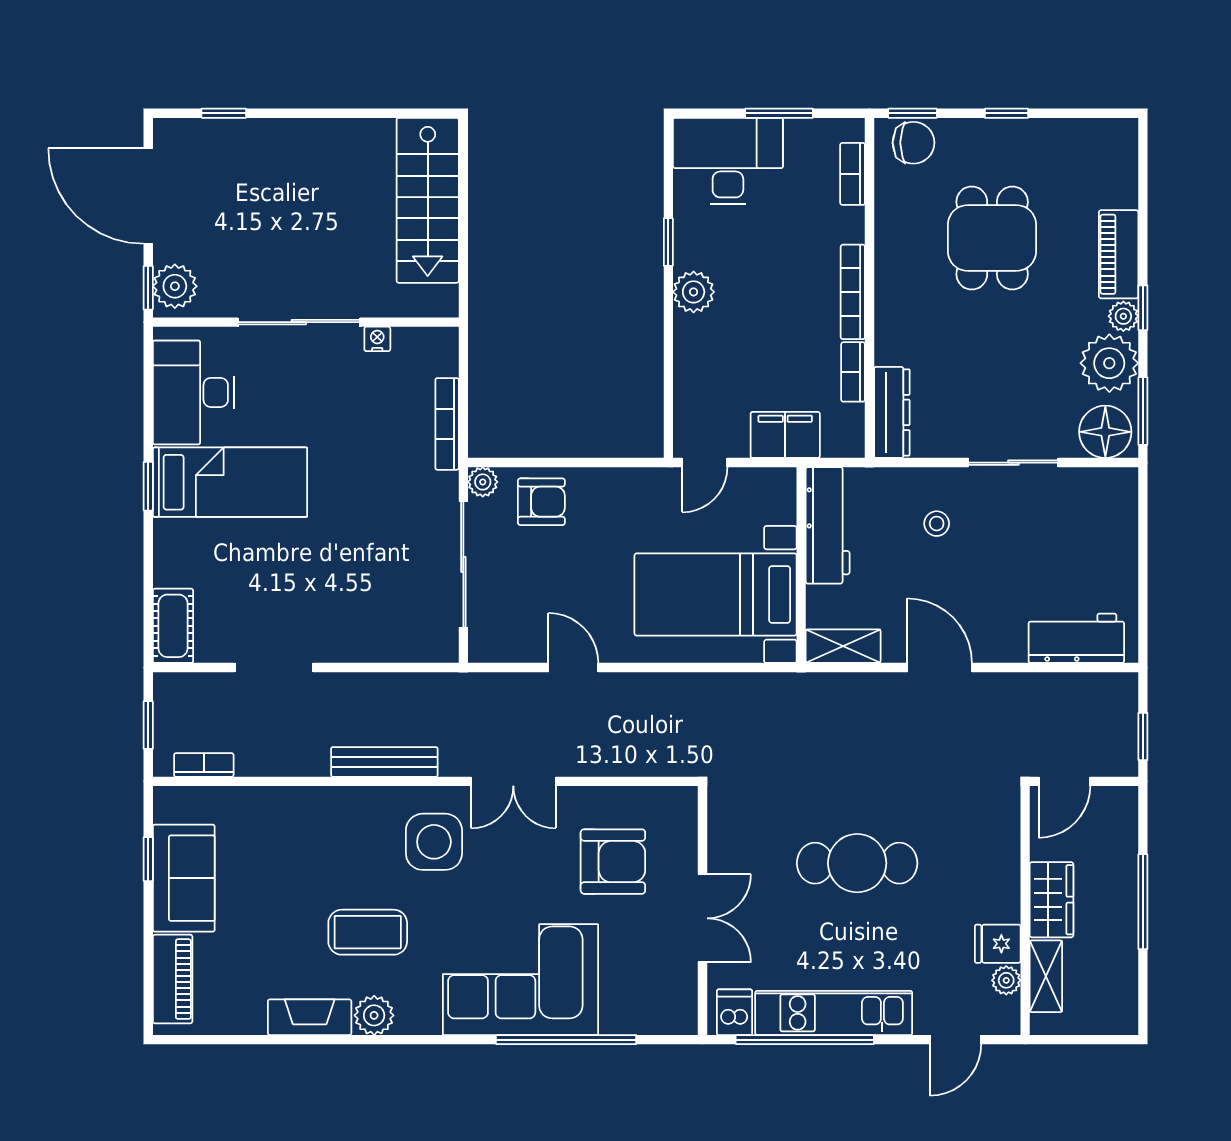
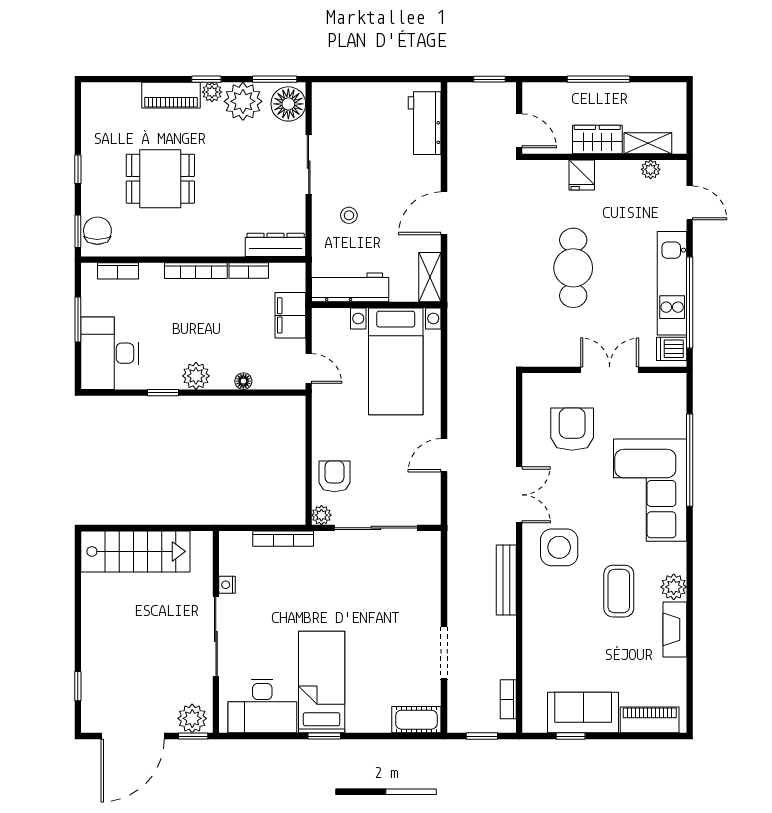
floor lamp: (686, 364) -> (243, 381), added
fridge: (998, 944) -> (582, 175), moved

